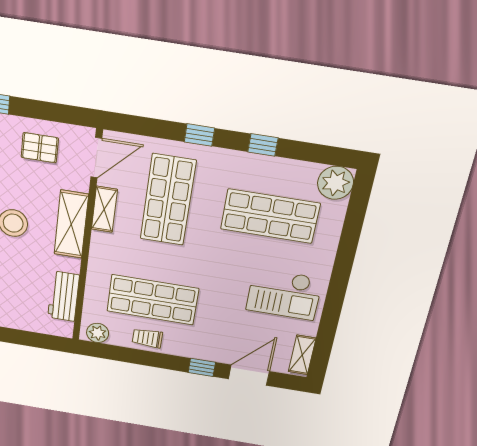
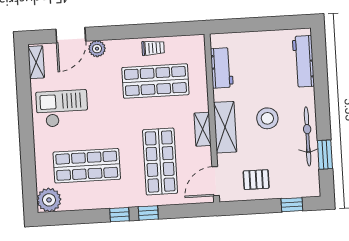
window: (263, 145) -> (119, 215), moved
shelving: (104, 209) -> (203, 129), moved
plant: (98, 333) -> (97, 49), moved
window: (202, 367) -> (107, 33), removed

